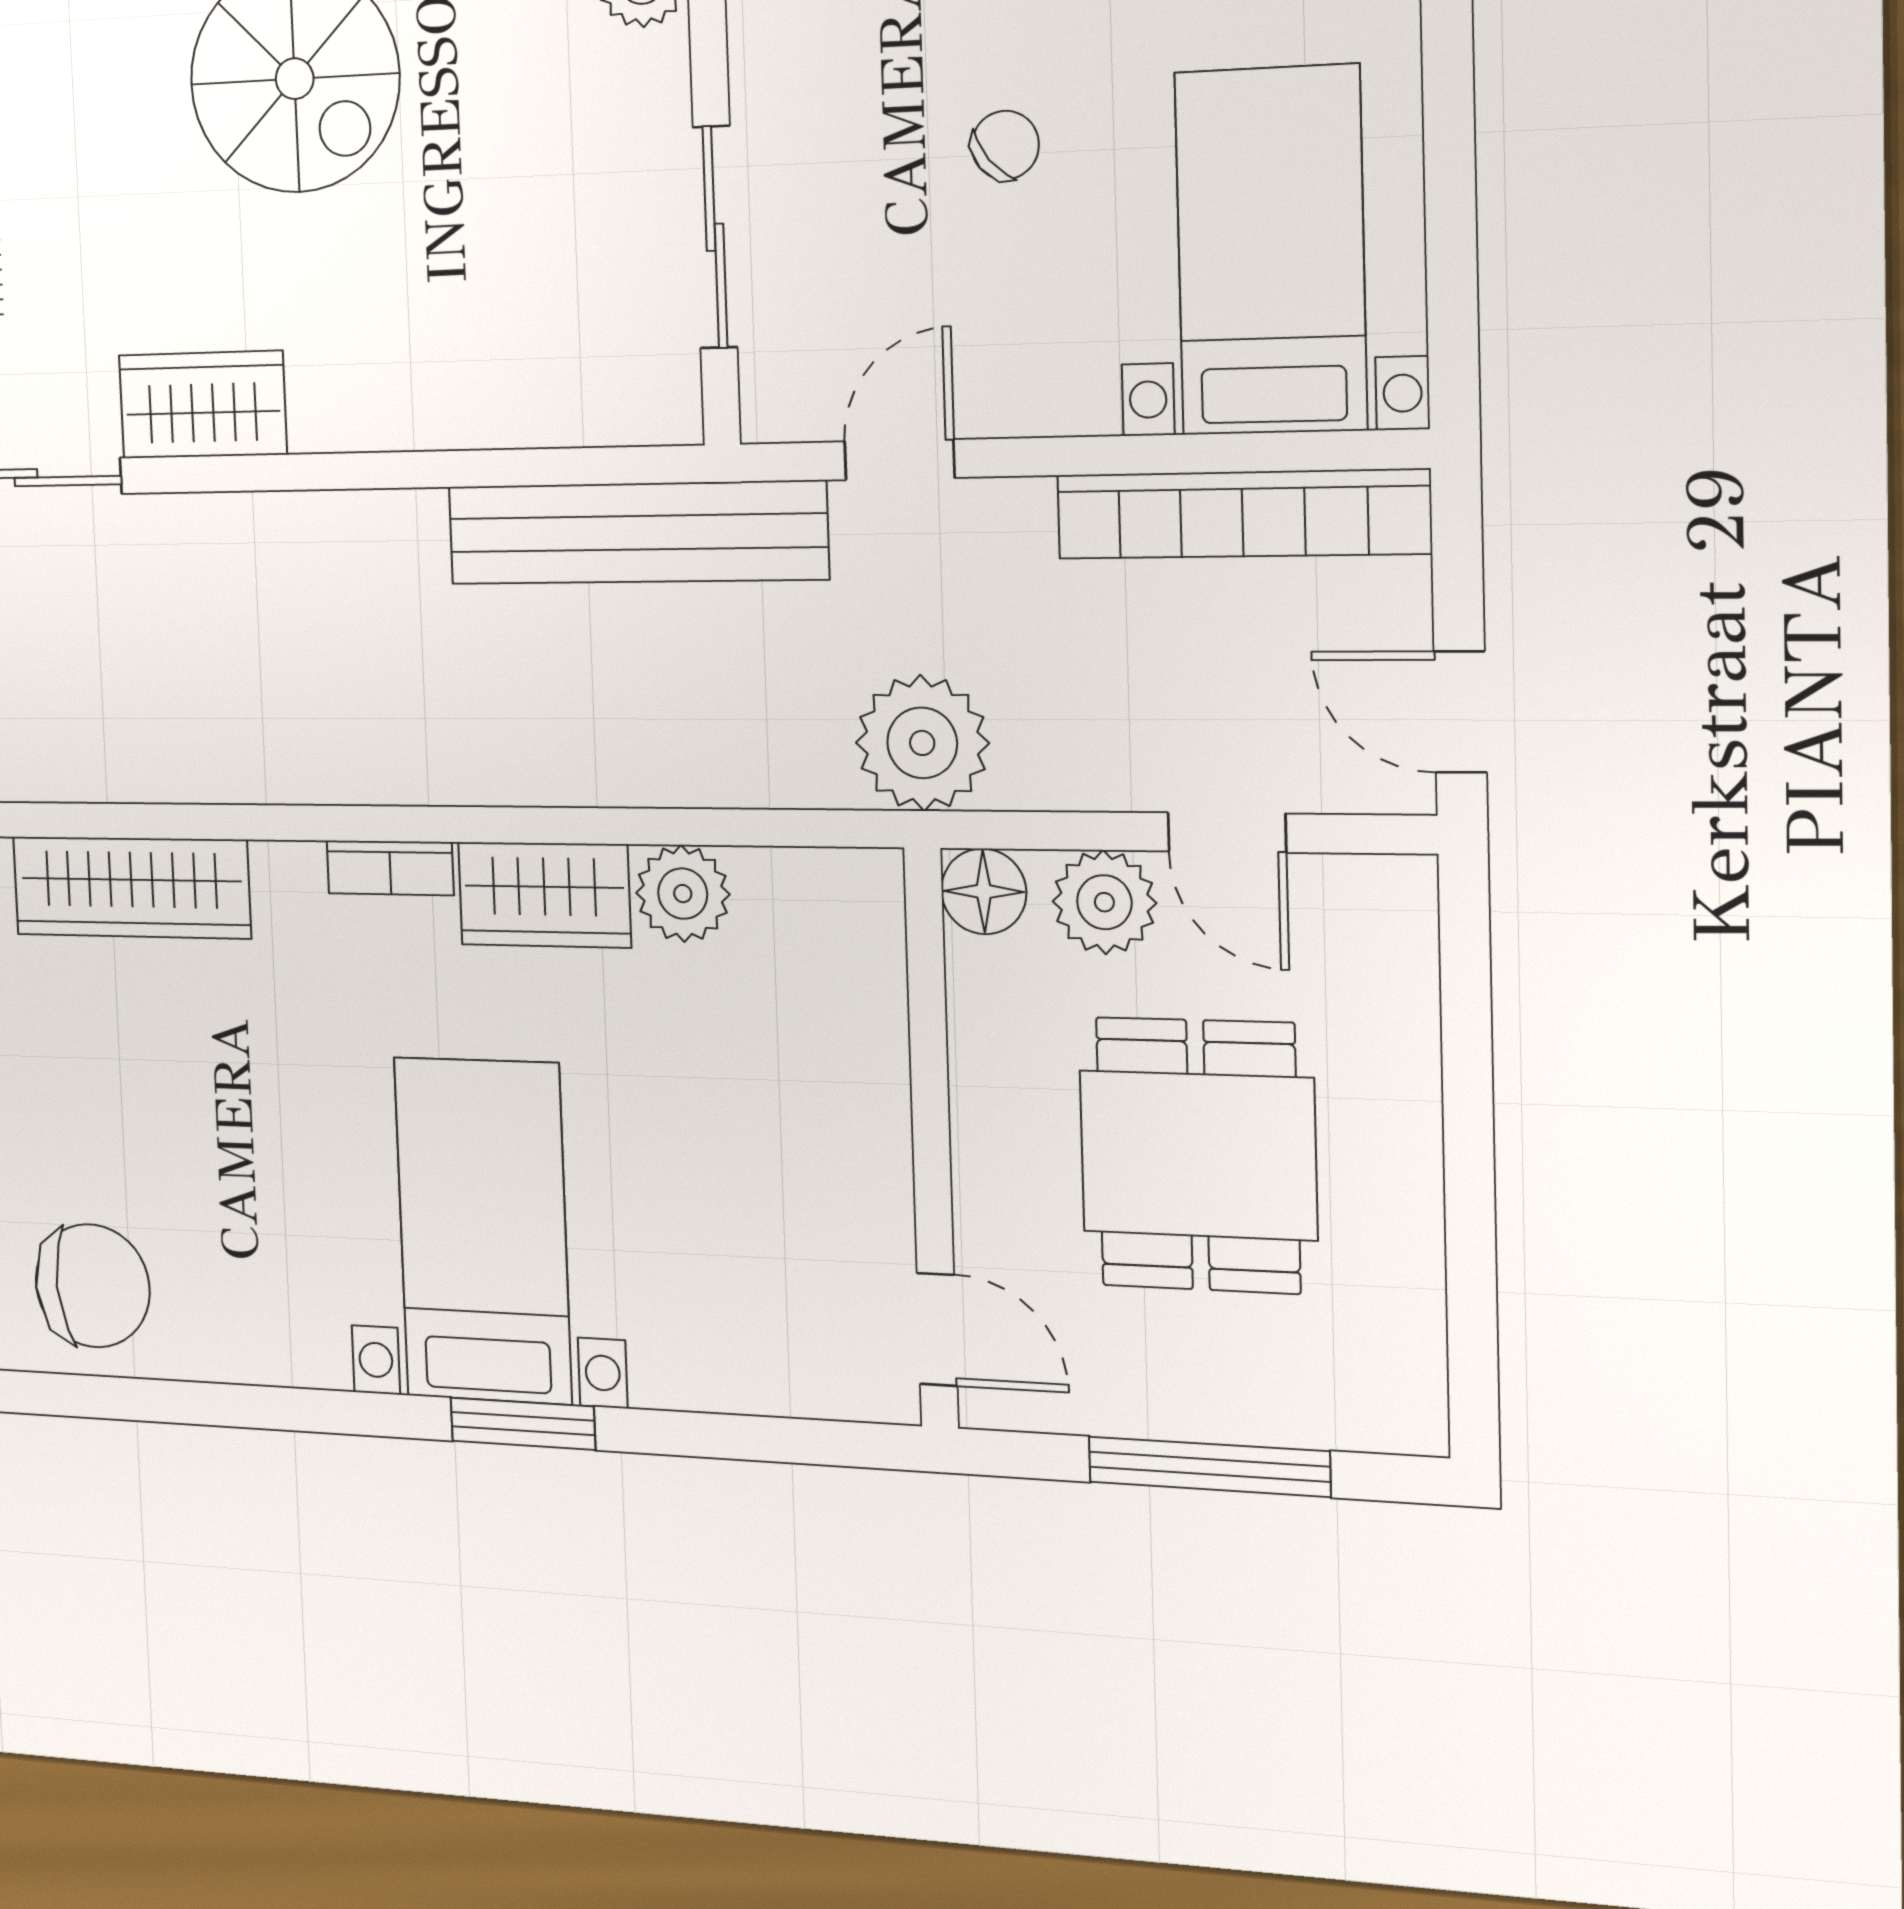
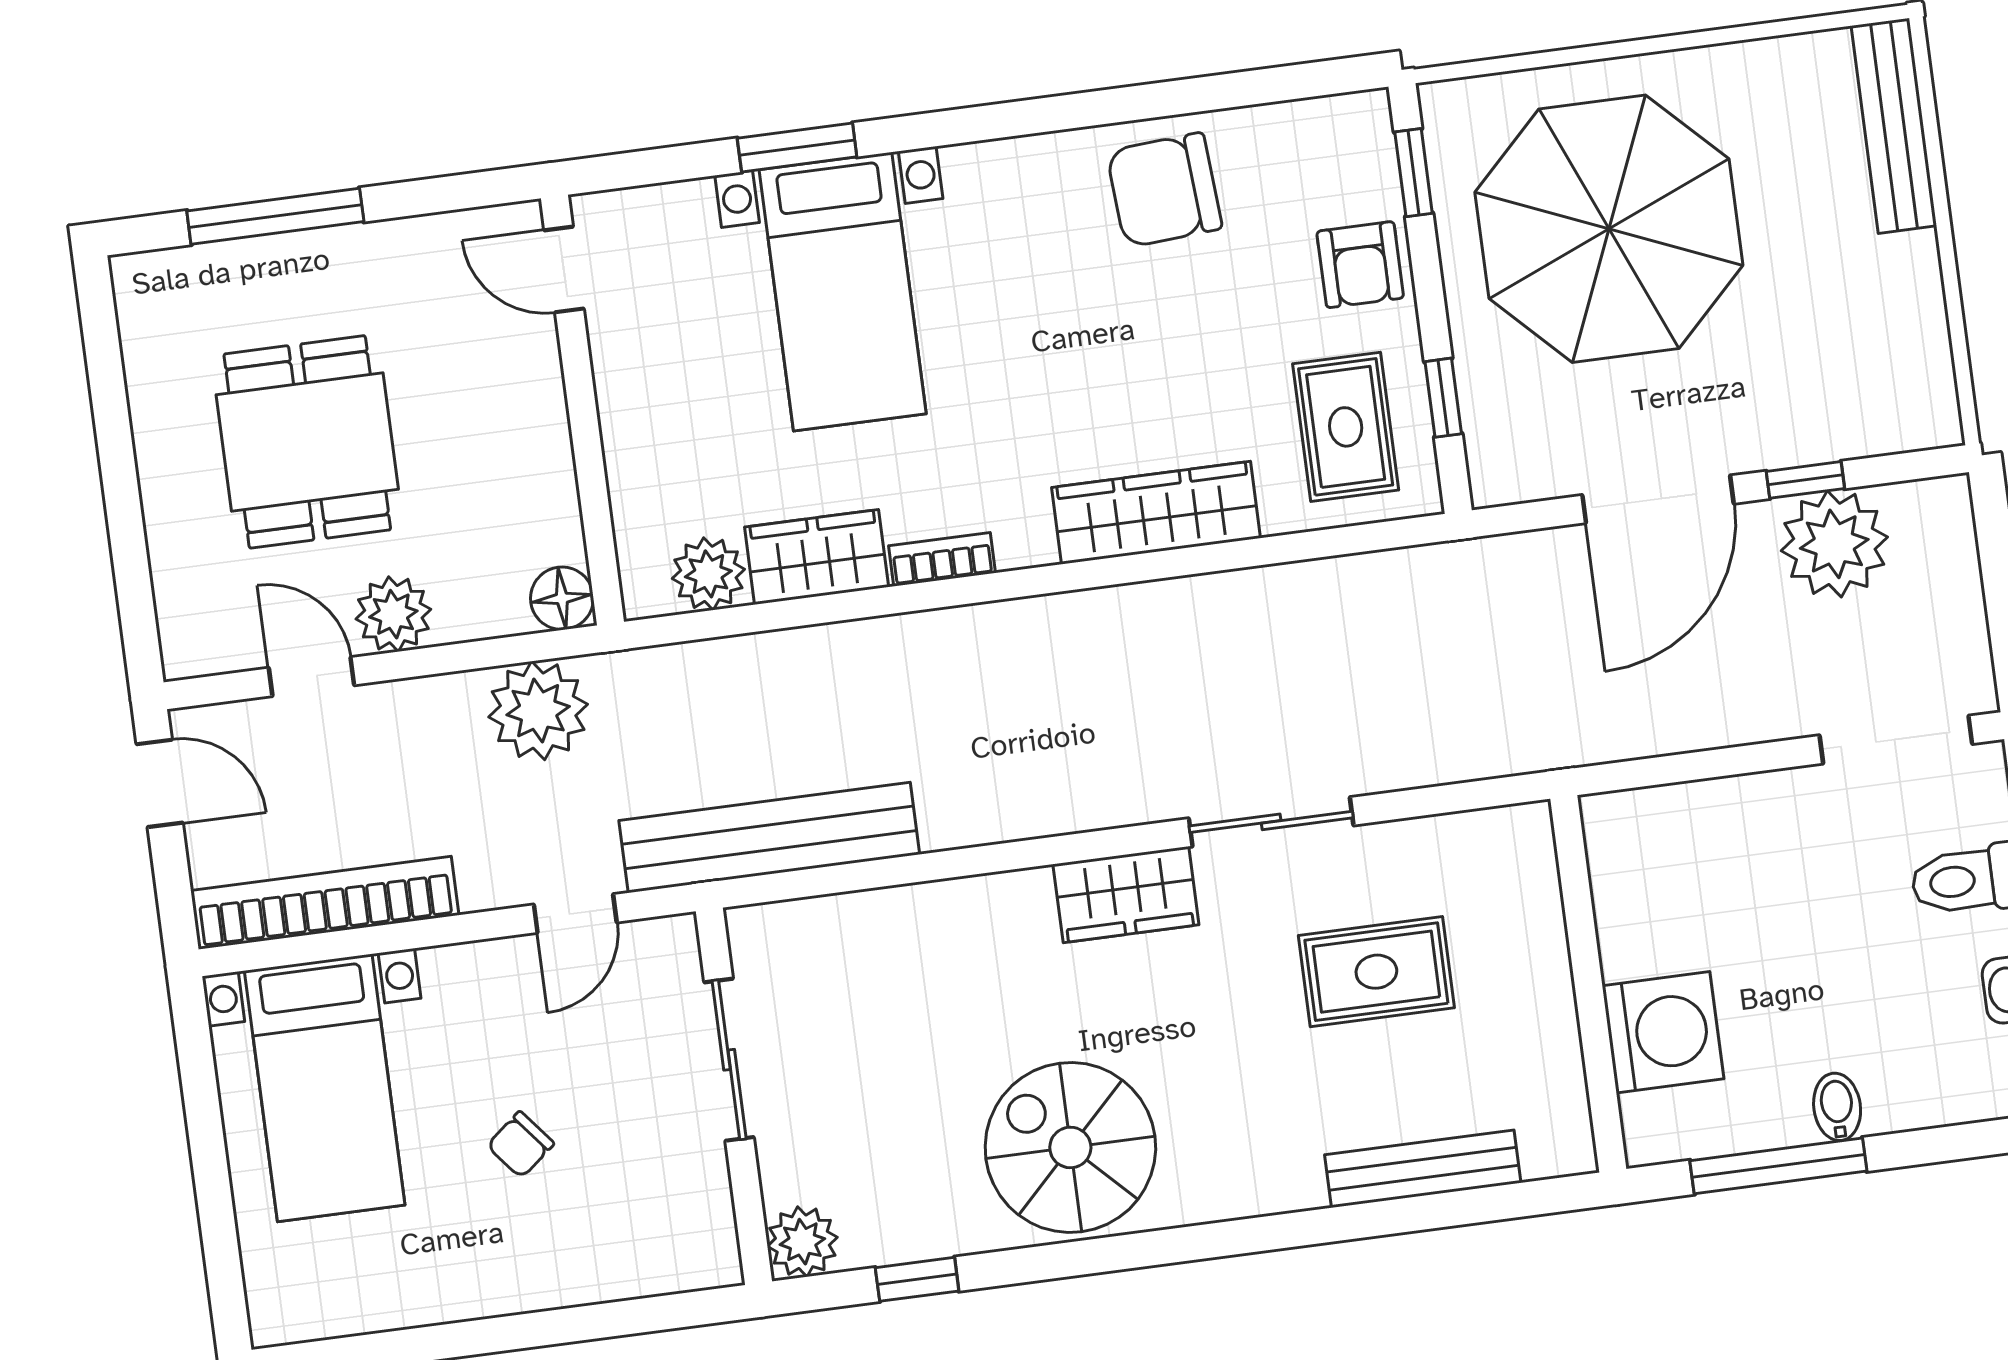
floor lamp: (984, 891) -> (562, 598), moved
wall: (931, 1139) -> (582, 410), moved
door: (937, 1329) -> (564, 269), moved

